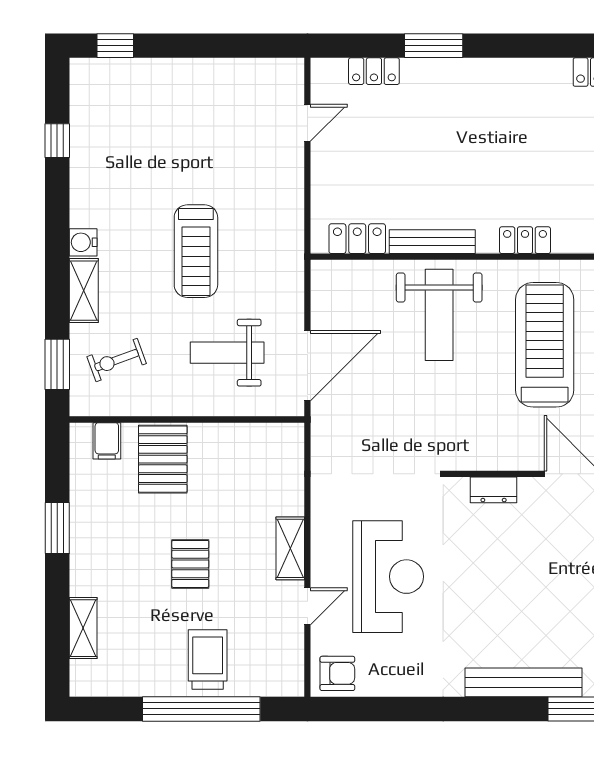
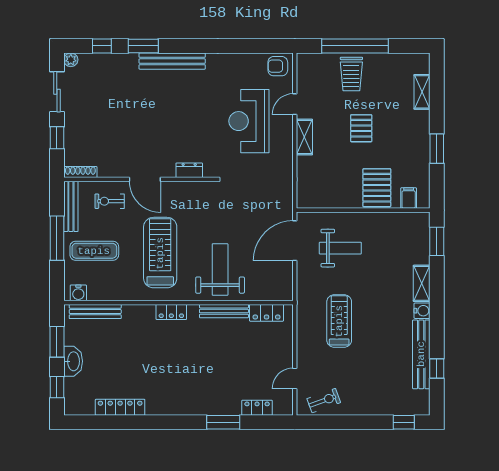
bench: (84, 165) -> (421, 354), added
treadmill: (196, 251) -> (339, 321), moved
treadmill: (545, 345) -> (160, 253), turned 180
exercise bike: (117, 360) -> (324, 401), moved

